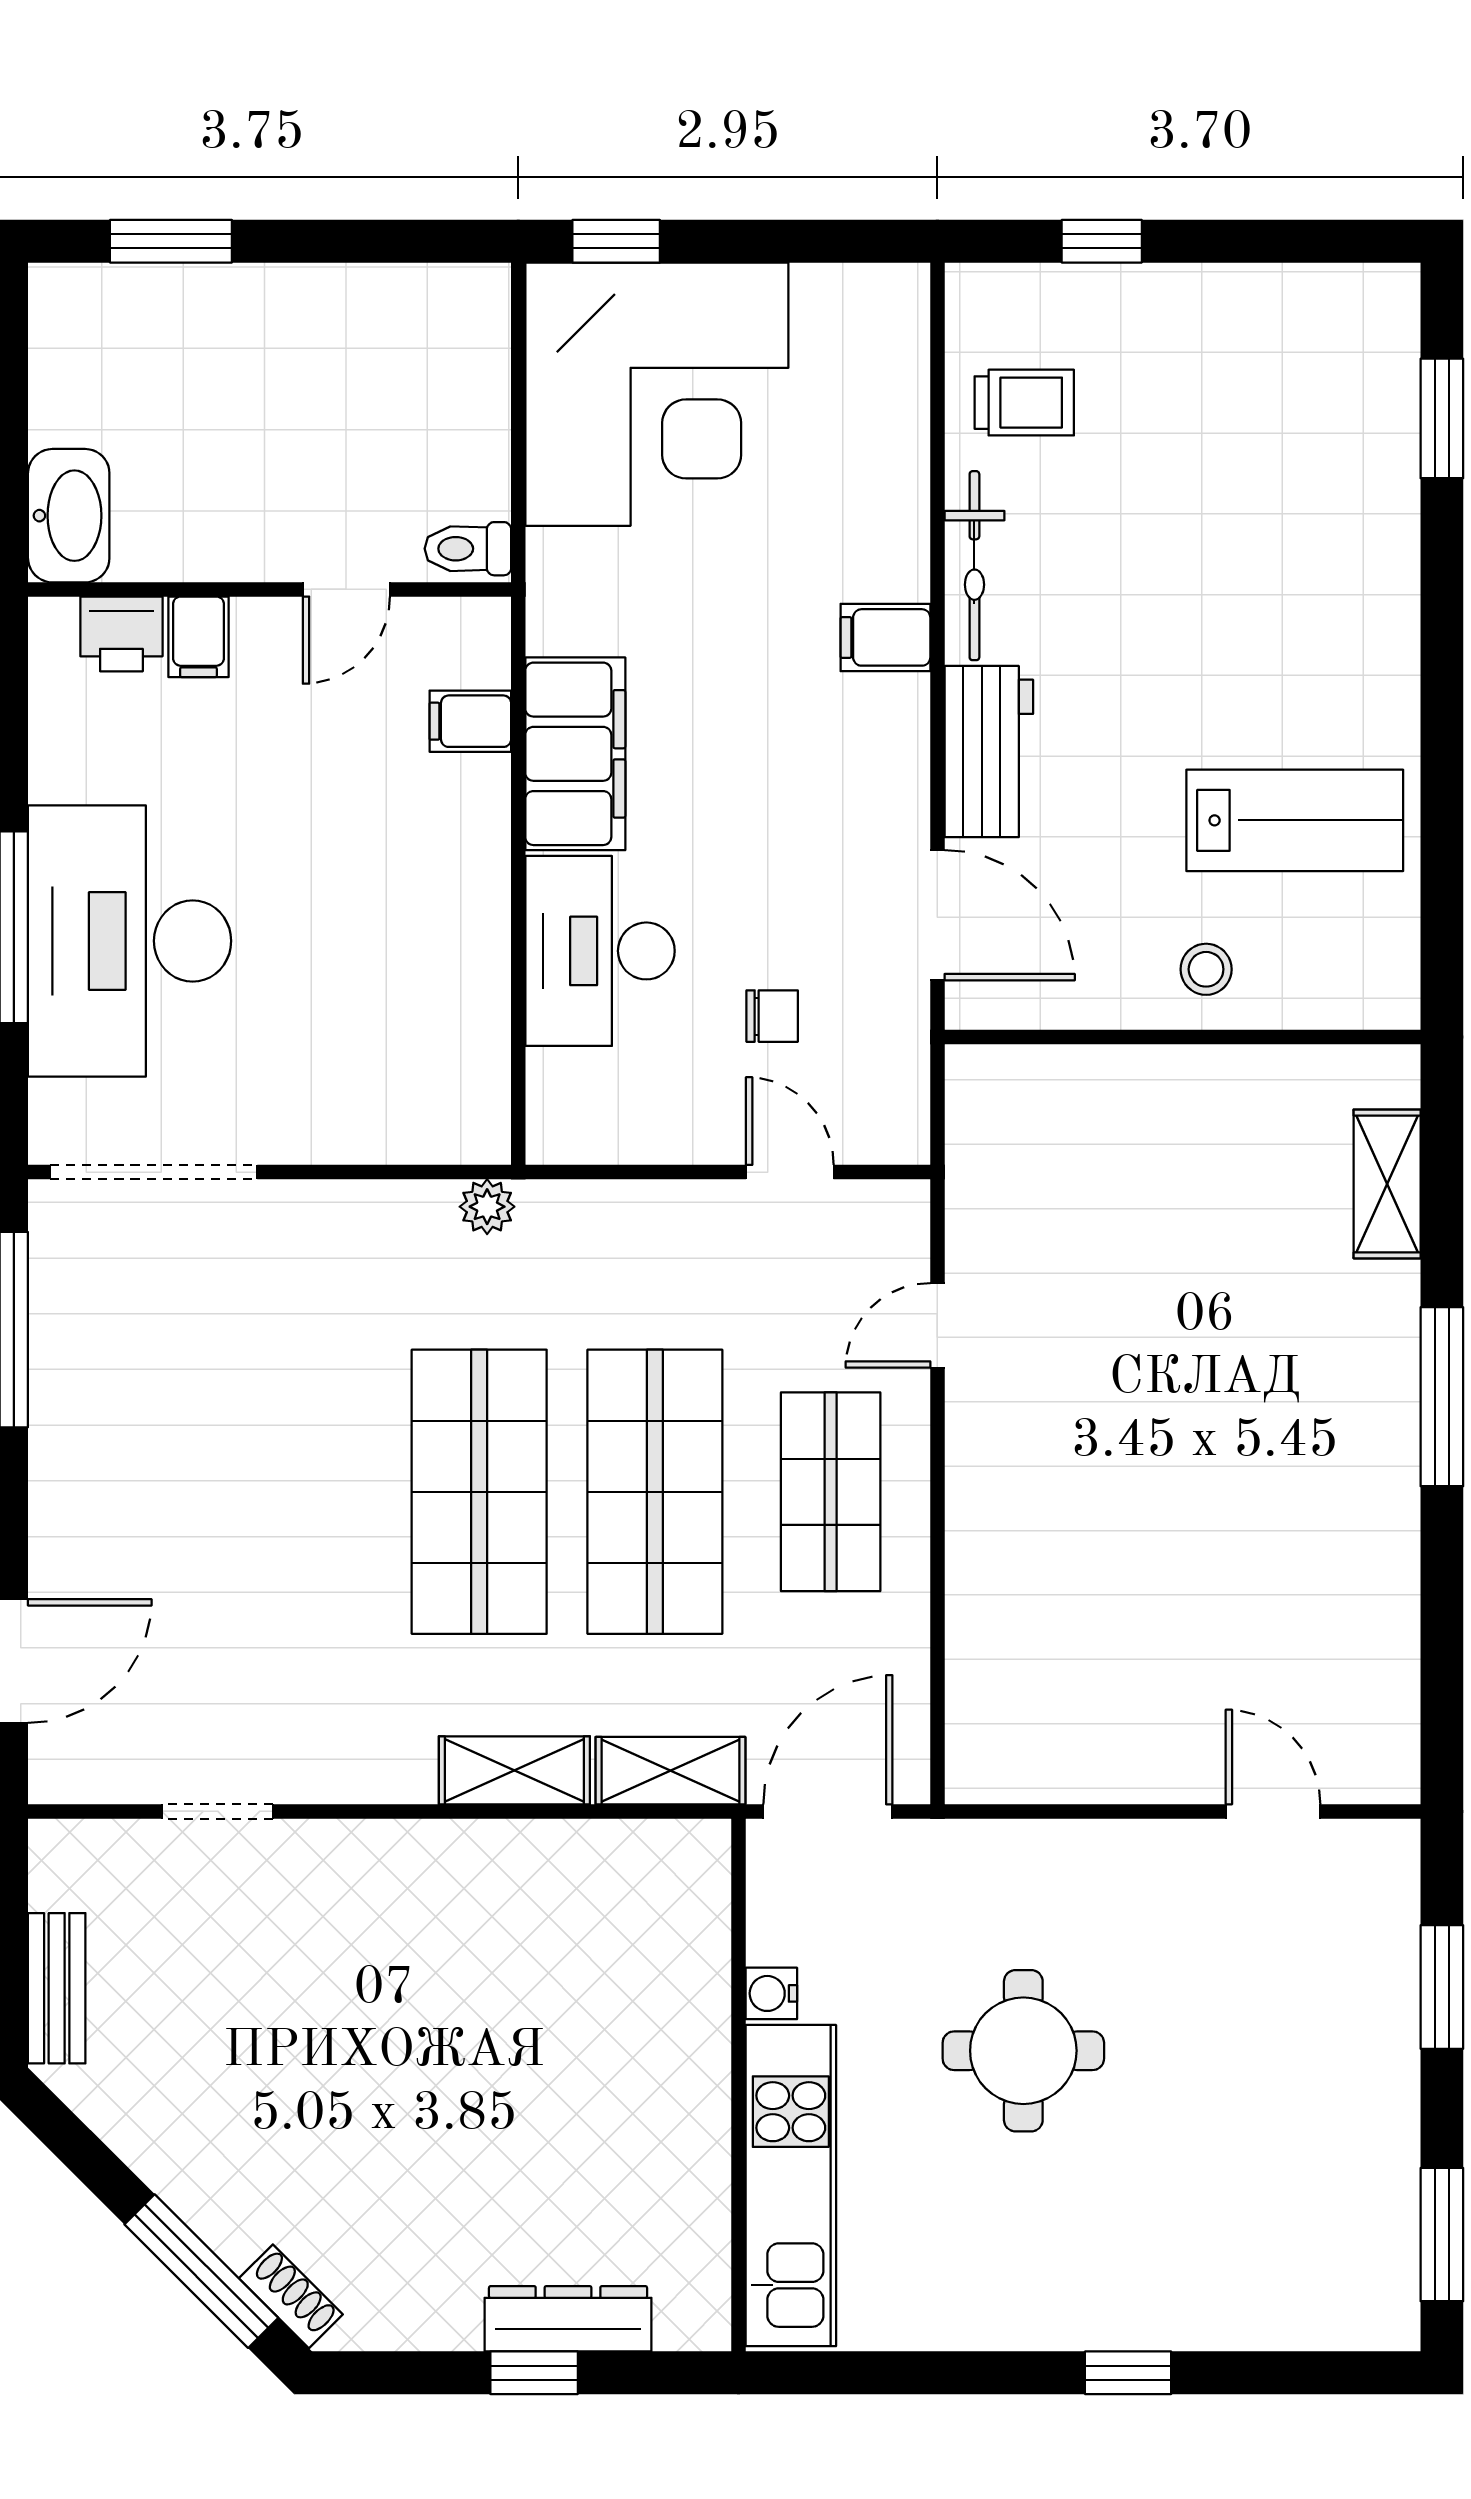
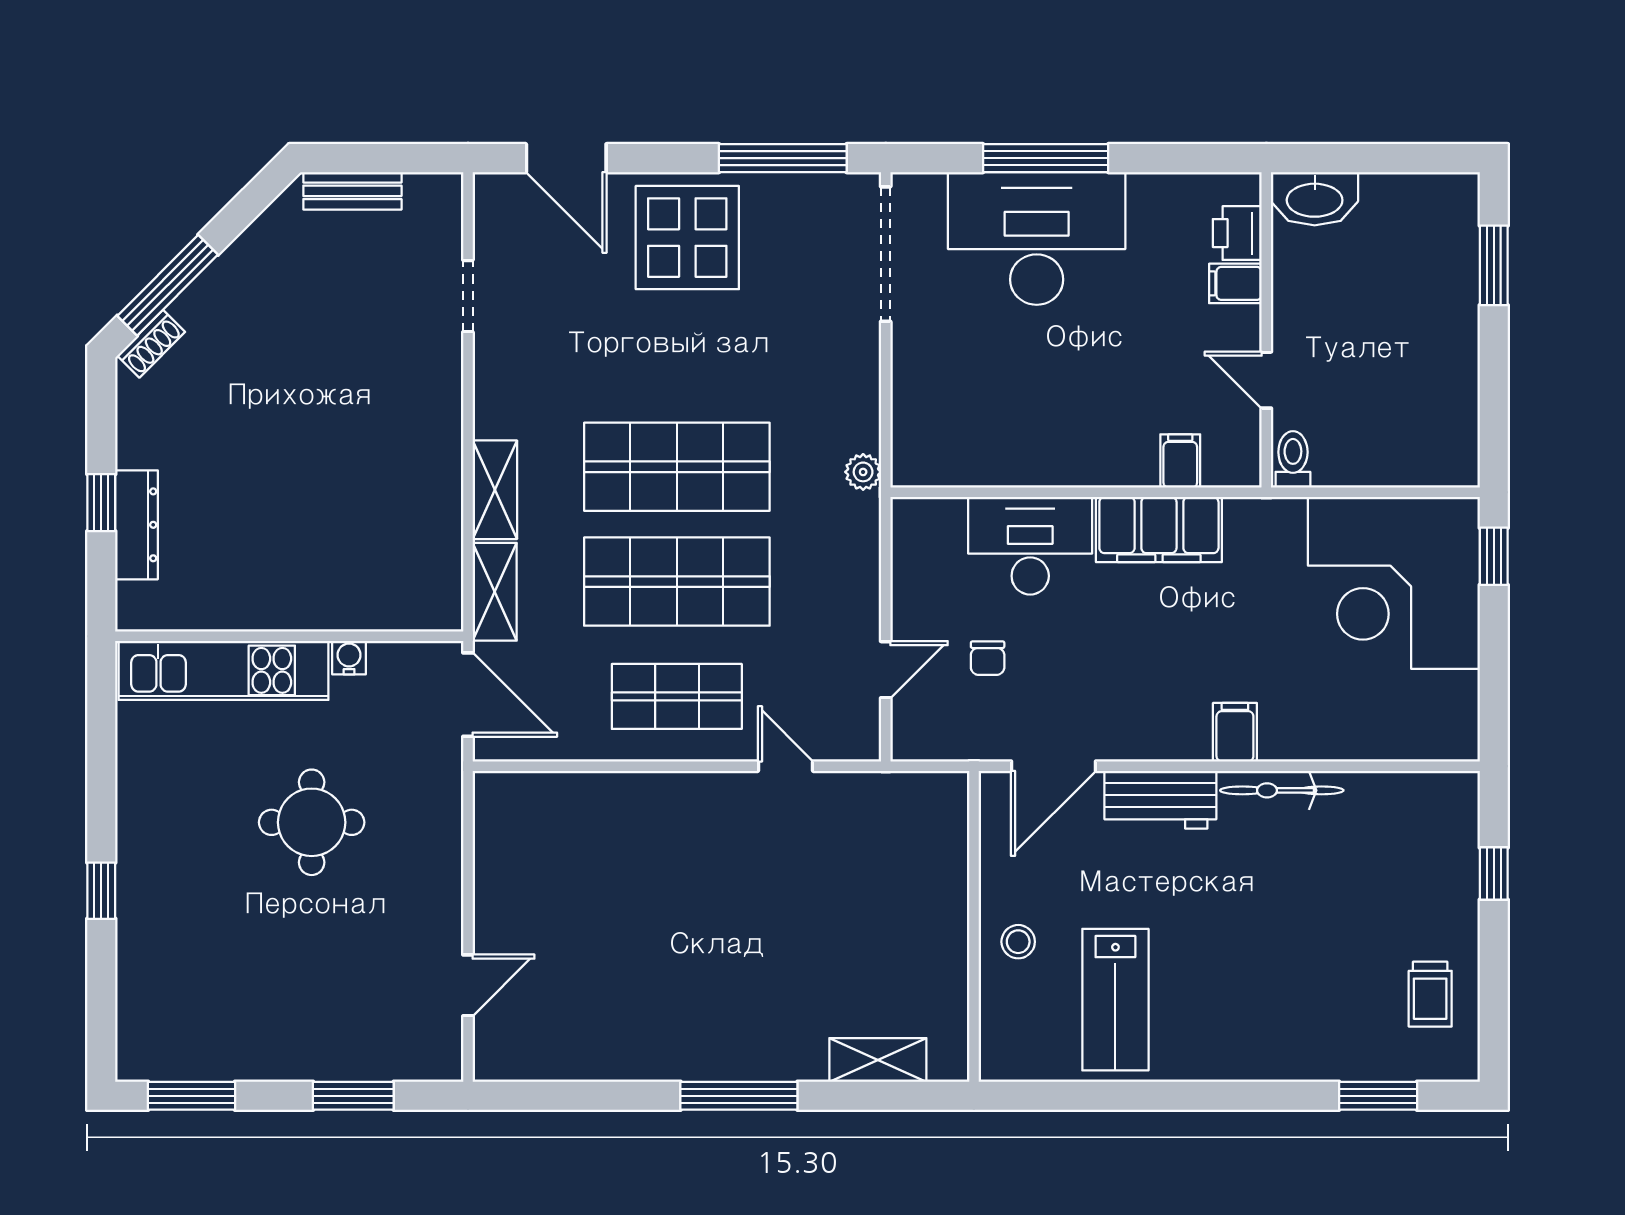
trolley: (1024, 403) -> (1430, 994), moved
display table: (128, 1476) -> (687, 238), added

